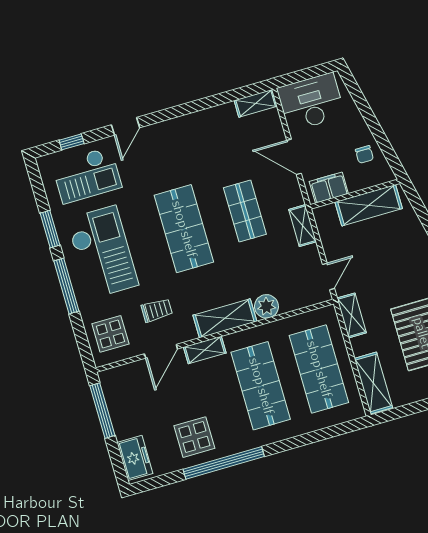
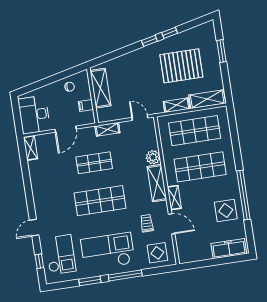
door: (125, 126) -> (34, 228), swing flipped
filing cabinet: (329, 188) -> (86, 105), width x0.50
shelving: (352, 315) -> (177, 105), moved
window: (102, 411) -> (203, 264), removed
freezer: (135, 458) -> (229, 249), width x1.40

